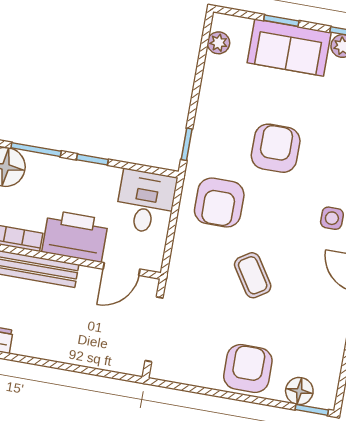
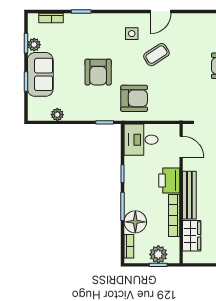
plant: (219, 43) -> (57, 115), moved
armchair: (276, 148) -> (98, 72), turned -90
printer: (75, 236) -> (169, 181), width x0.73, depth x0.84
coffee table: (253, 275) -> (156, 55), moved

